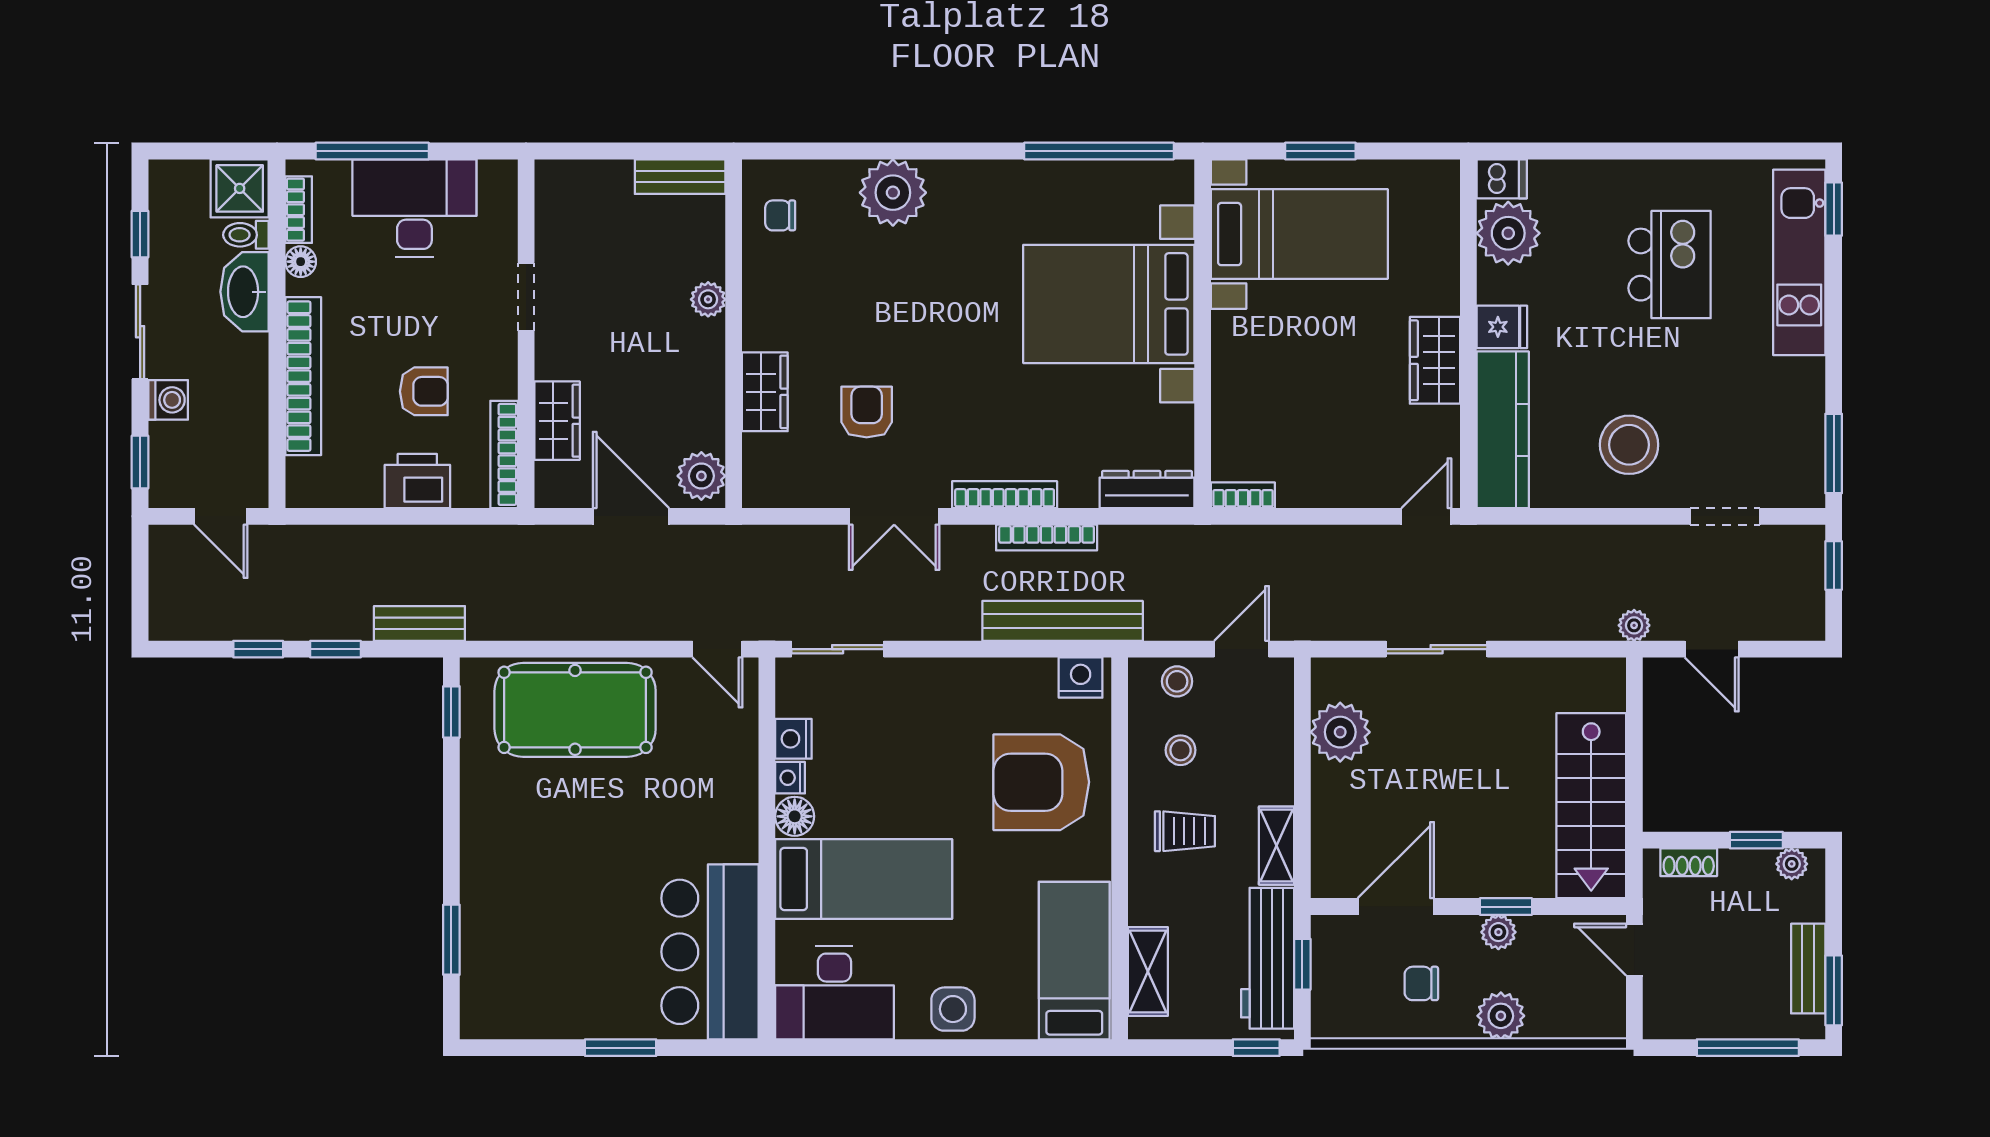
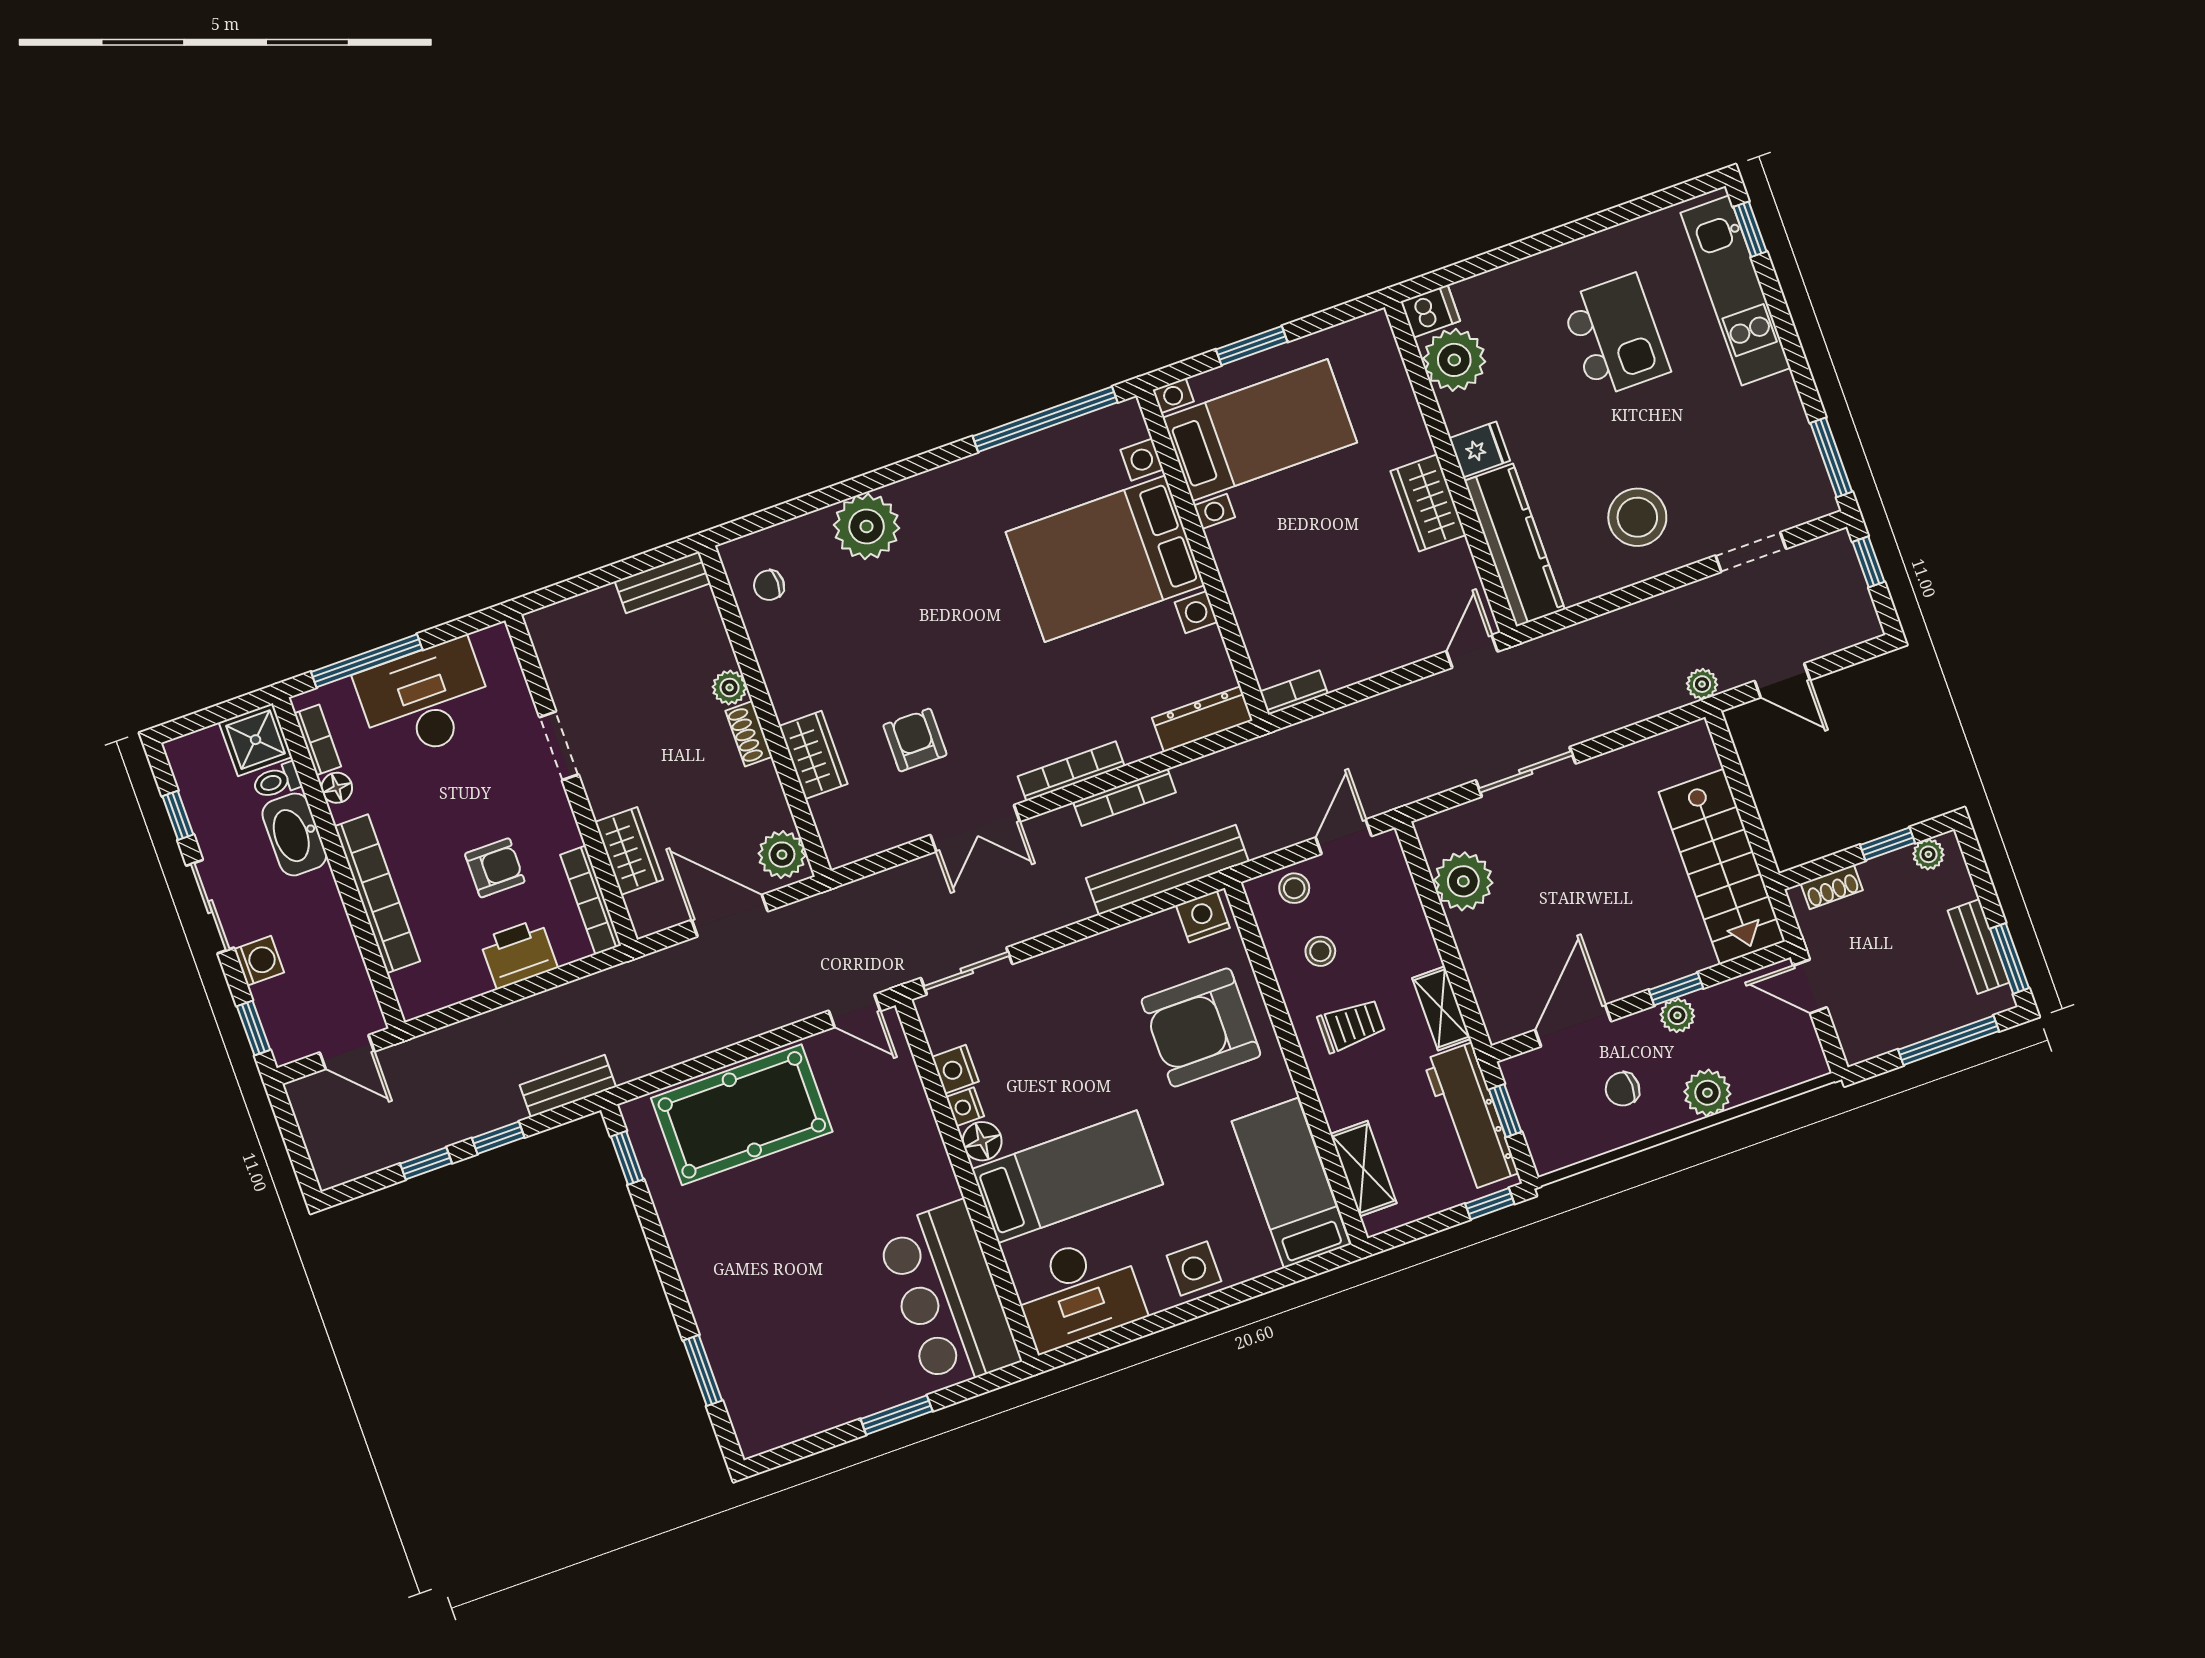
shoe rack: (711, 350) -> (749, 734), added

